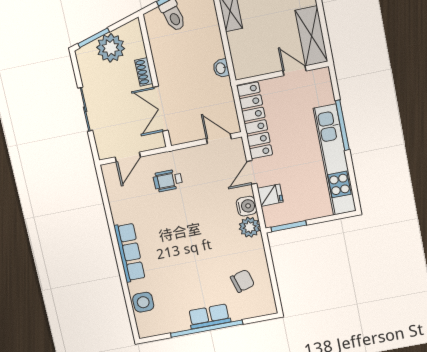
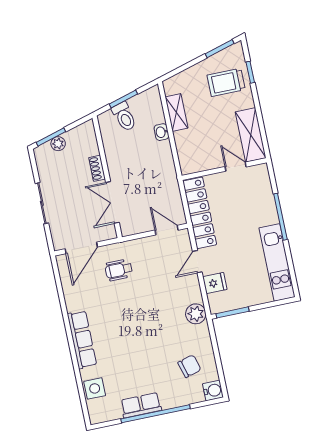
plant: (111, 48) -> (58, 144), width x0.53, depth x0.53
washbasin: (221, 68) -> (161, 132), moved
door: (128, 157) -> (81, 248), width x1.38
kitchen unit: (335, 160) -> (277, 262), width x0.73
water cooler: (247, 206) -> (213, 391), moved
row of seats: (209, 316) -> (141, 405), moved

